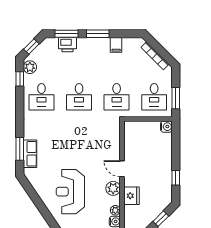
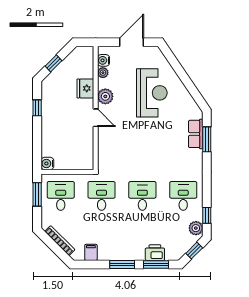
filing cabinet: (116, 45) -> (91, 252), moved

